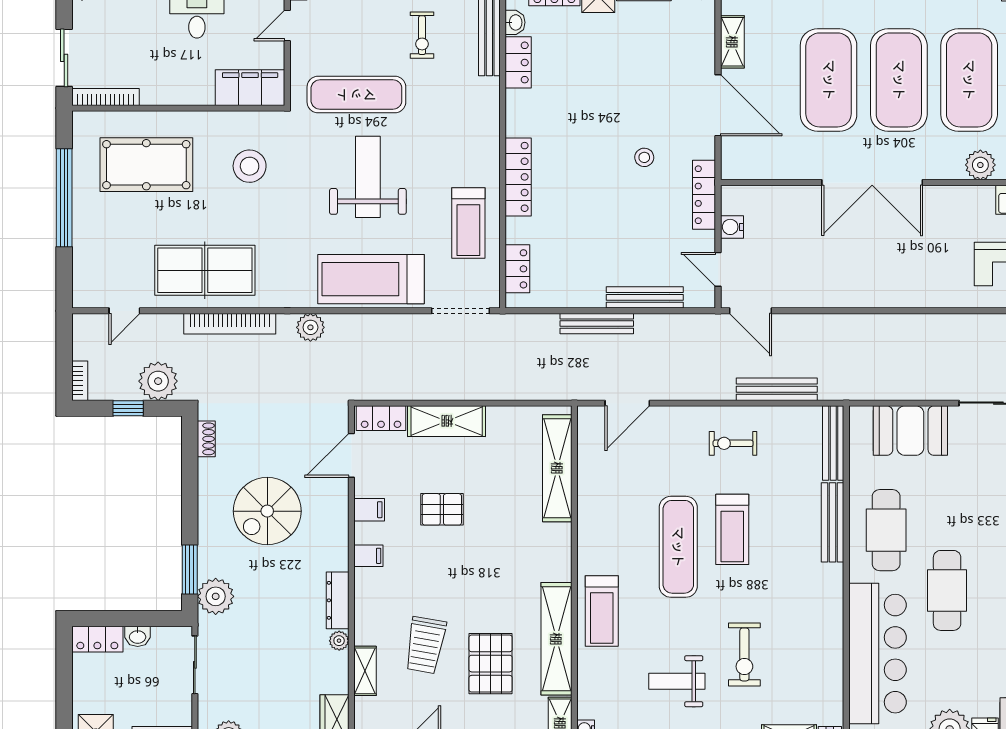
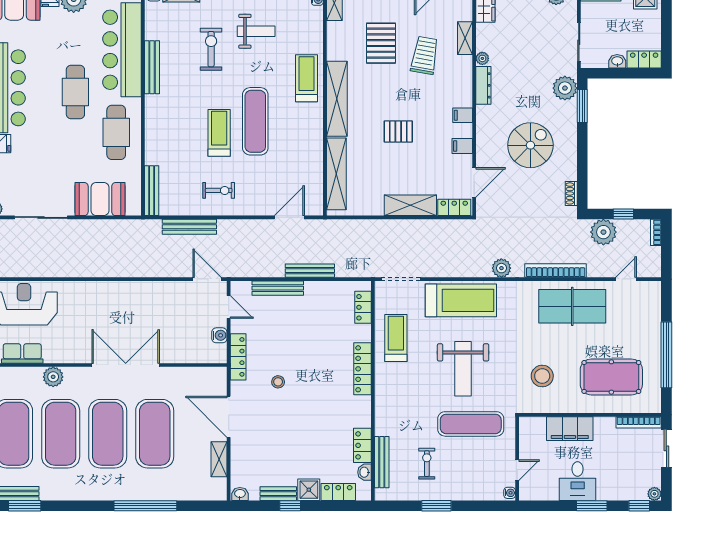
filing cabinet: (250, 88) -> (570, 429), moved
pallet: (442, 509) -> (398, 131), moved
bench: (833, 522) -> (152, 67), moved
shelving: (556, 639) -> (337, 99), moved

